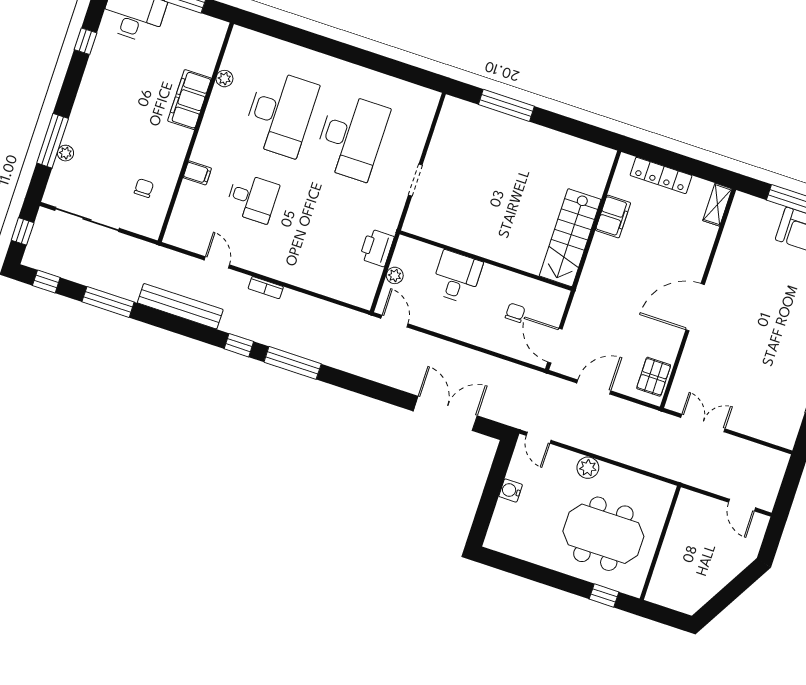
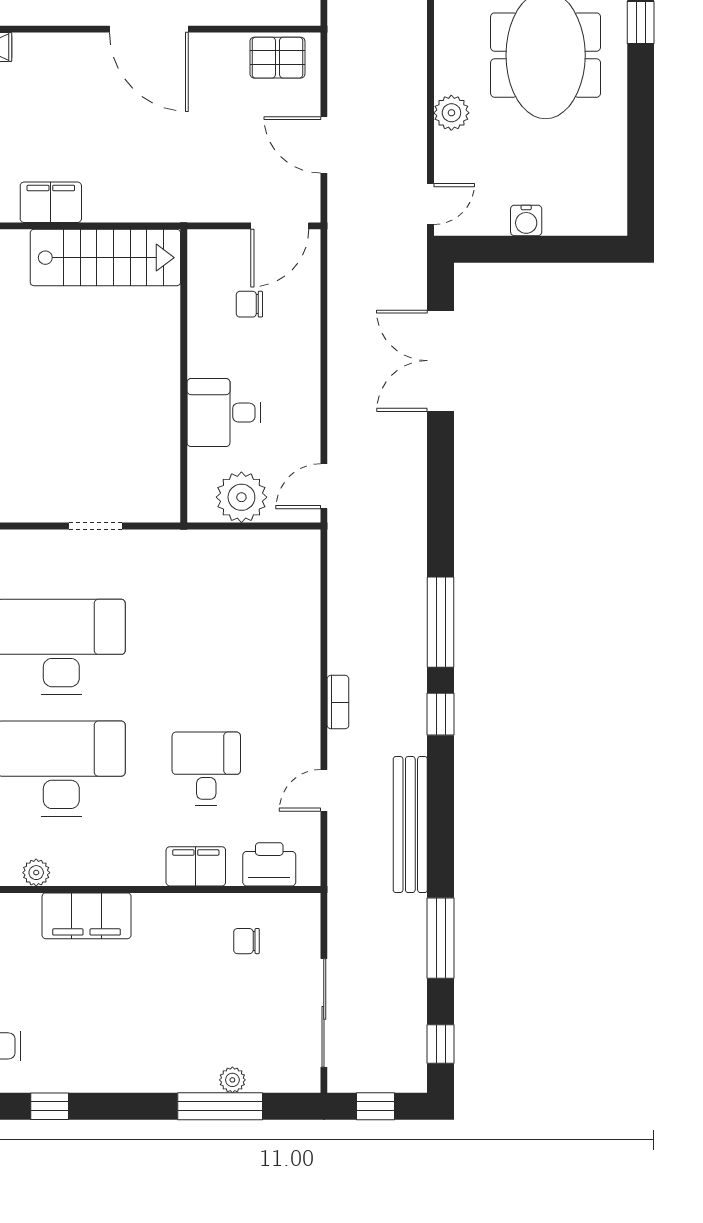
filing cabinet: (197, 173) -> (196, 866), width x2.00
printer: (377, 248) -> (269, 864), moved, turned 180
plant: (395, 275) -> (241, 497), width x1.87, depth x1.87

